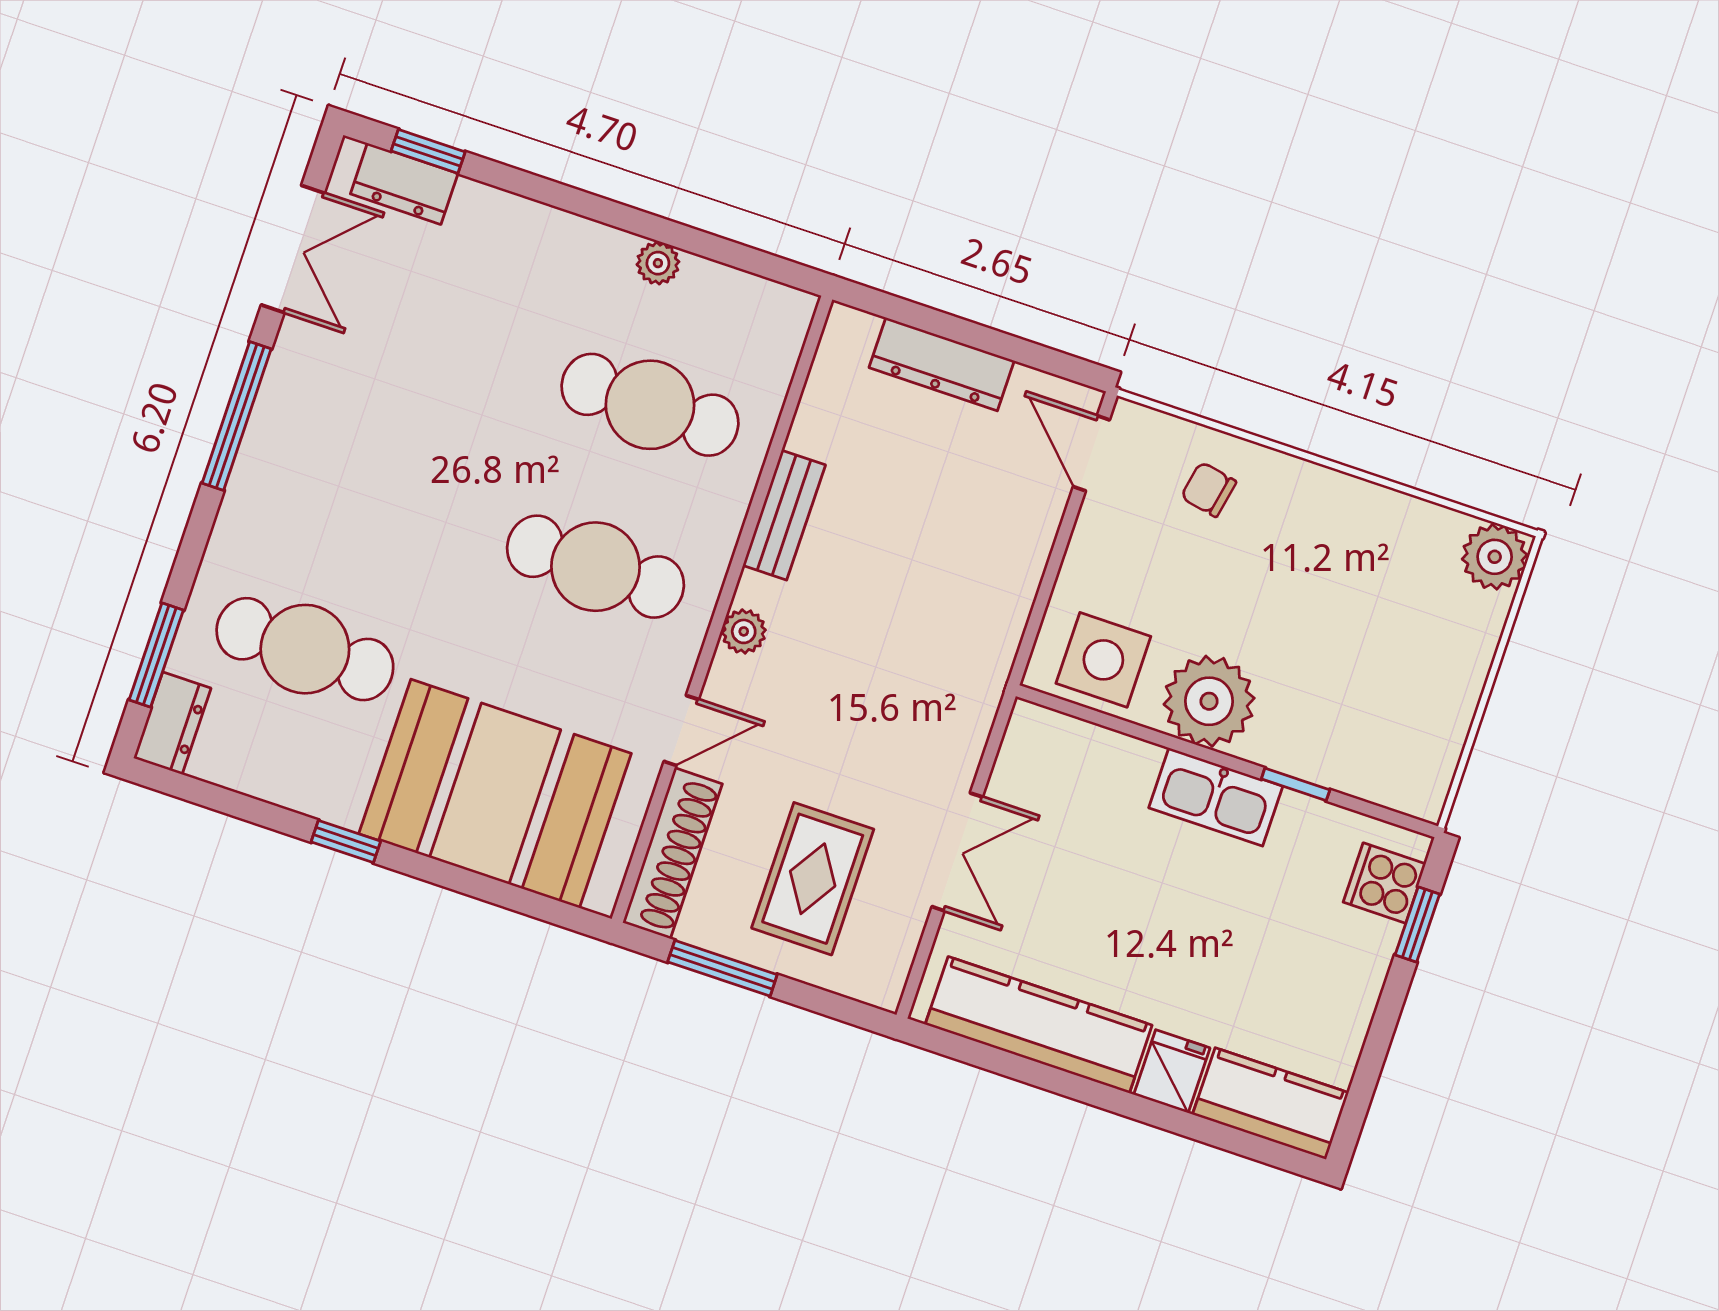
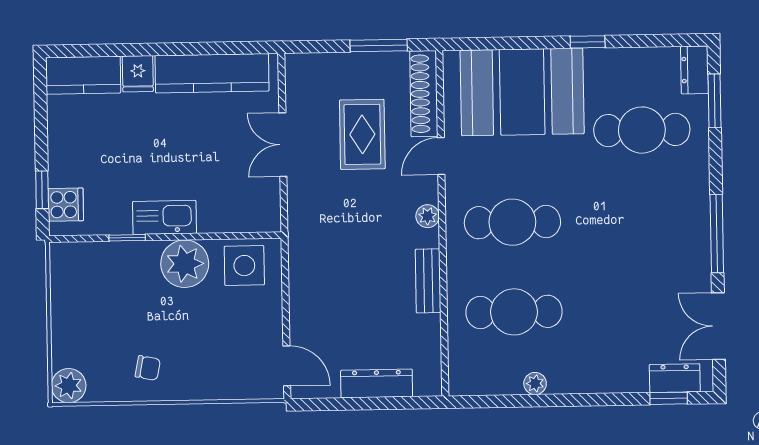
chair: (1208, 489) -> (148, 368), moved
rug: (813, 879) -> (362, 134), moved

